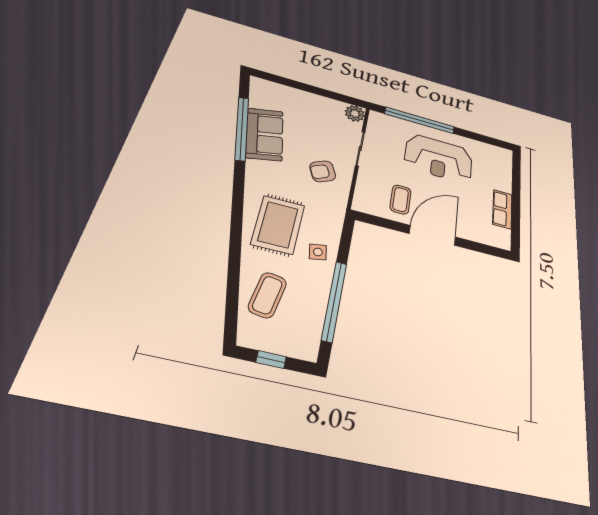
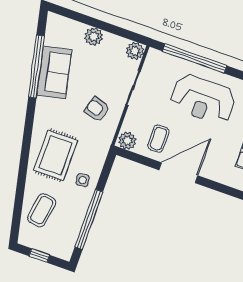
plant: (306, 100) -> (94, 37), added
armchair: (323, 171) -> (97, 109), turned 43
plant: (365, 203) -> (127, 141), added

